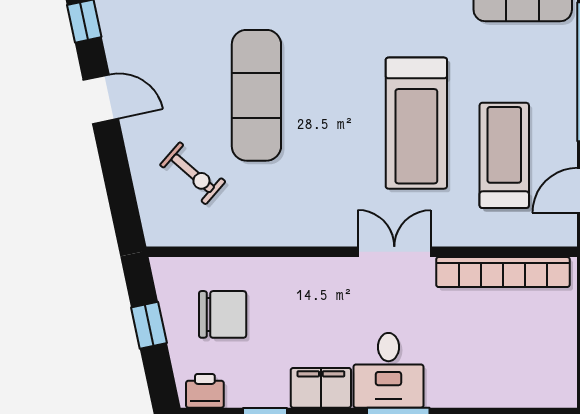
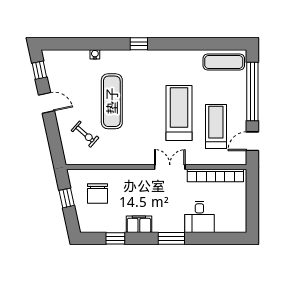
treadmill: (416, 123) -> (179, 113), turned 180
chair: (223, 314) -> (98, 193), turned 90
desk: (388, 370) -> (199, 217), moved
printer: (205, 391) -> (90, 226), removed

